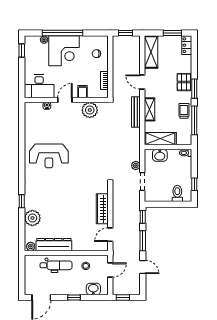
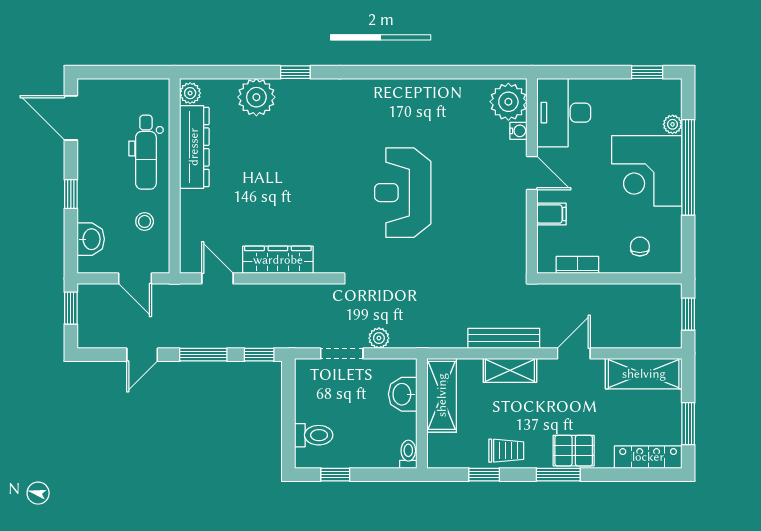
locker: (187, 45) -> (648, 457), width x1.53
plant: (90, 110) -> (508, 102), moved
window: (194, 120) -> (484, 475), width x0.46
reception desk: (49, 156) -> (403, 193), moved

